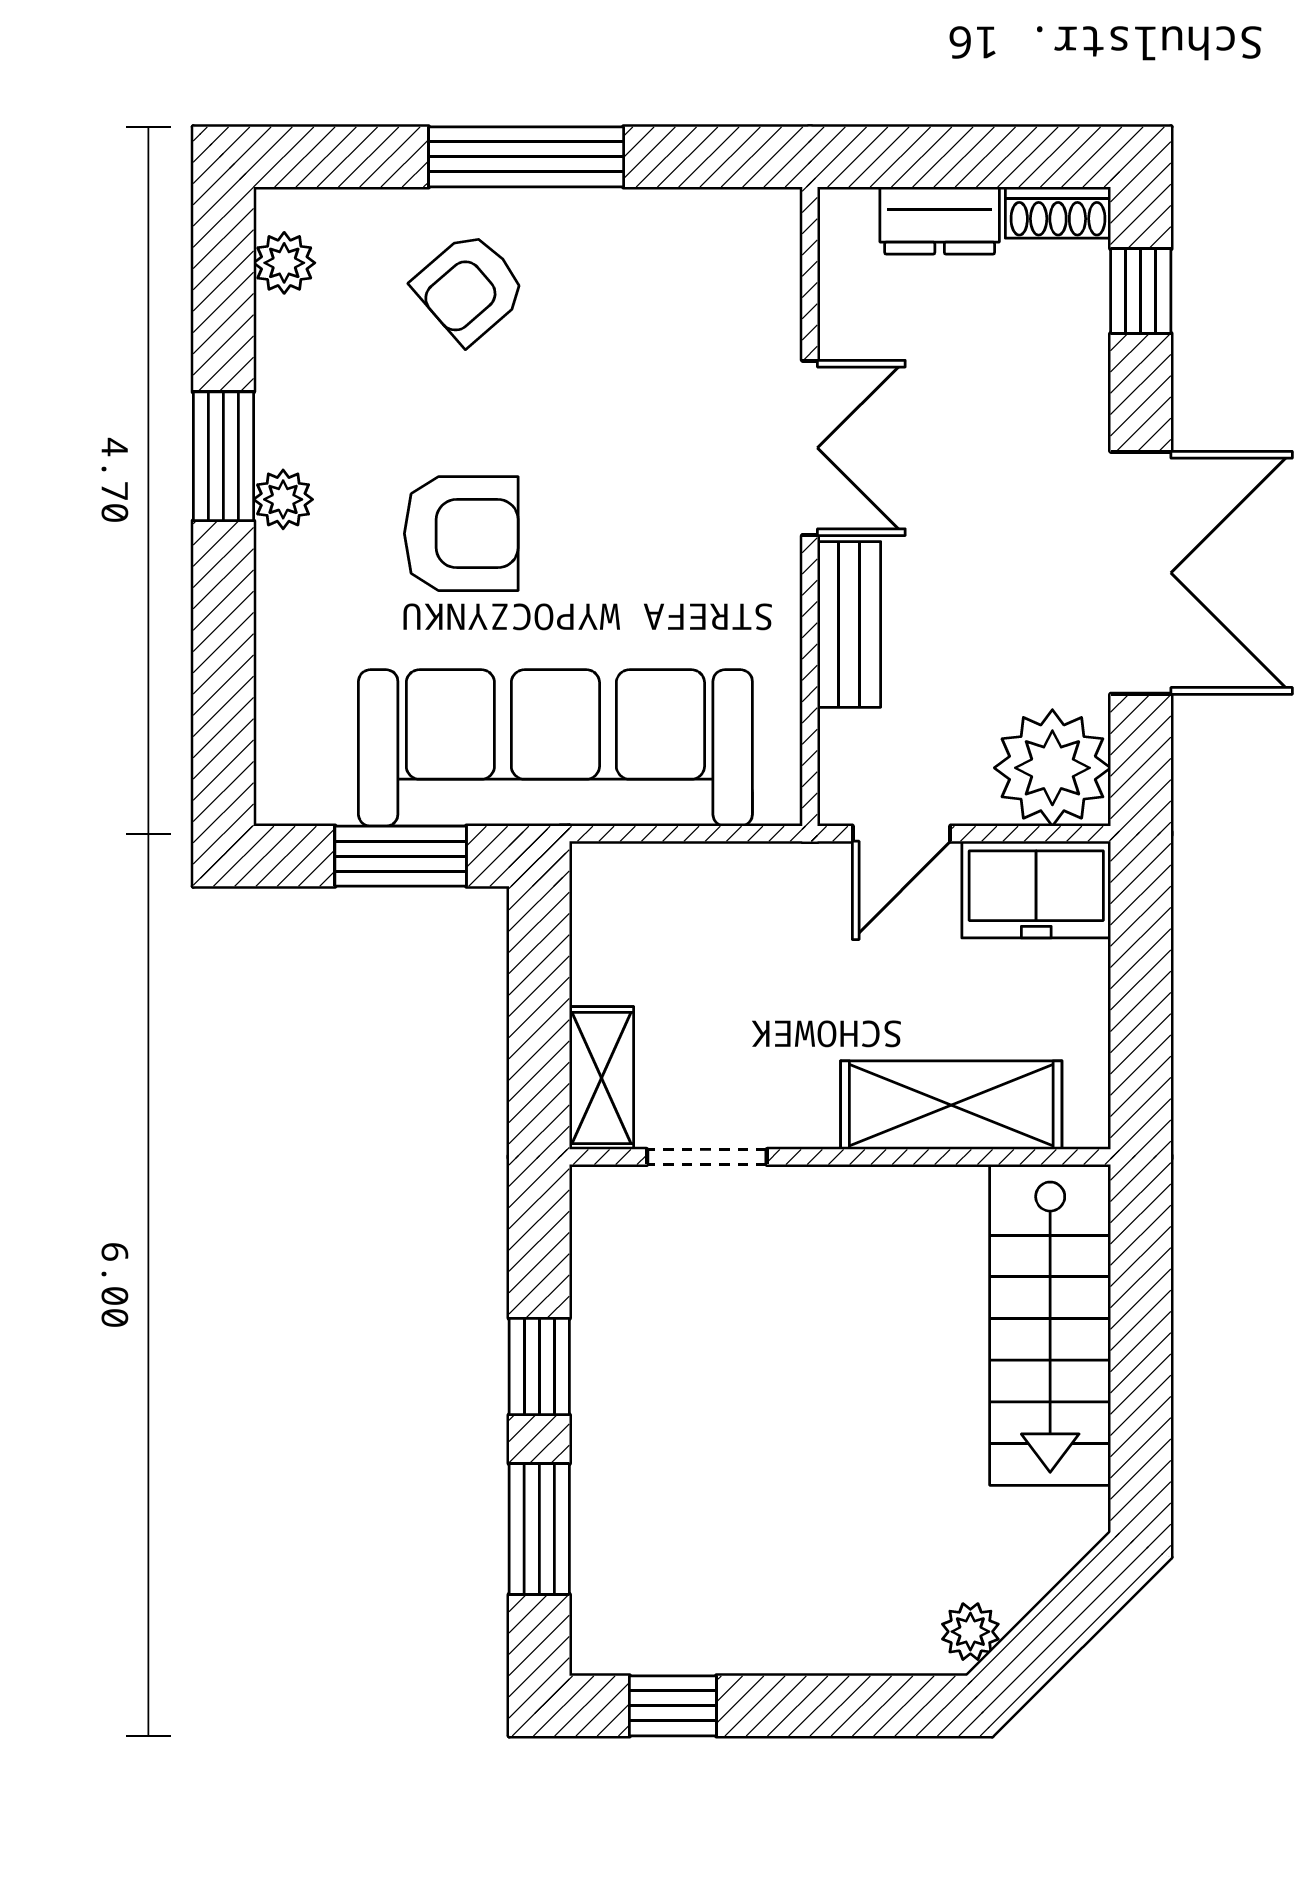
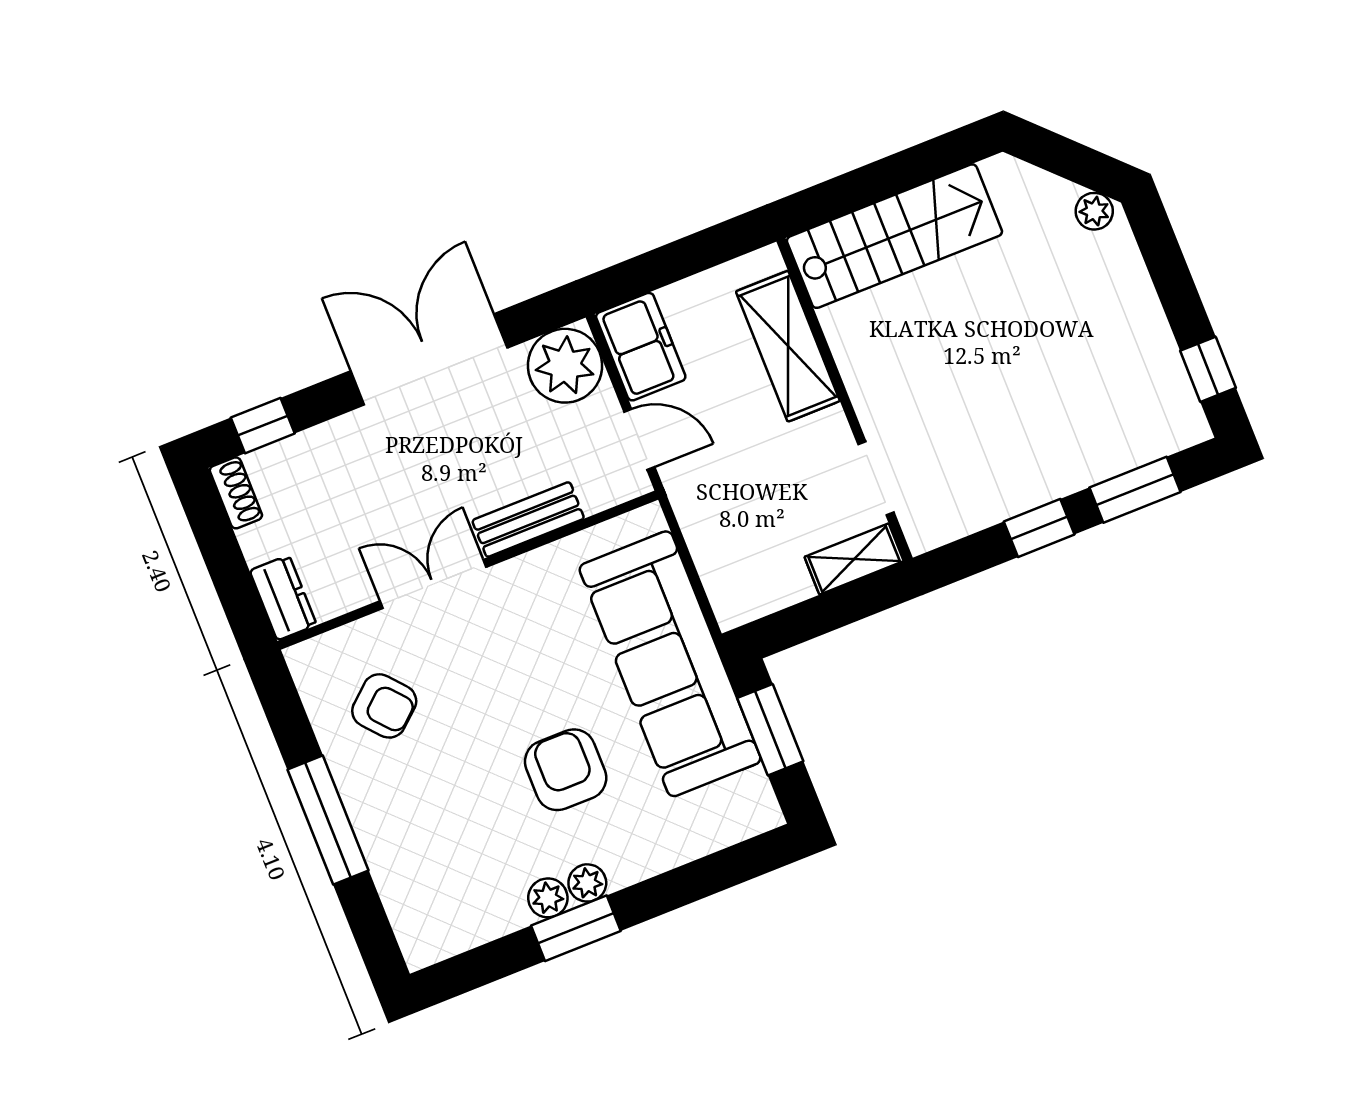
dresser: (940, 221) -> (283, 598), moved
plant: (284, 263) -> (548, 898), moved
armchair: (470, 288) -> (384, 706), moved

